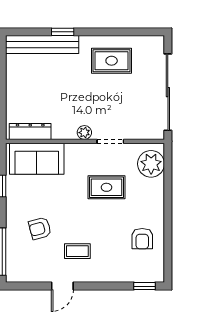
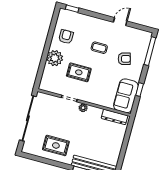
sofa: (37, 159) -> (126, 96), moved, turned -90
plant: (151, 164) -> (55, 58), moved
coffee table: (77, 251) -> (99, 48), moved

